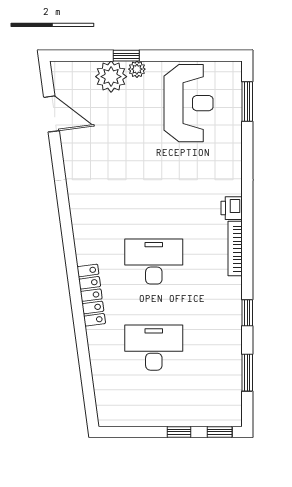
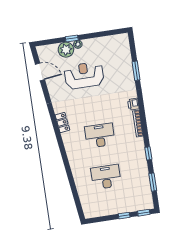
window: (247, 101) -> (136, 71), moved
reception desk: (189, 103) -> (84, 75), moved, turned -90
locker: (91, 295) -> (62, 122), moved, width x0.66

